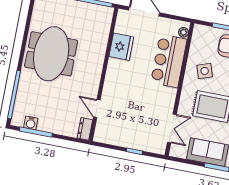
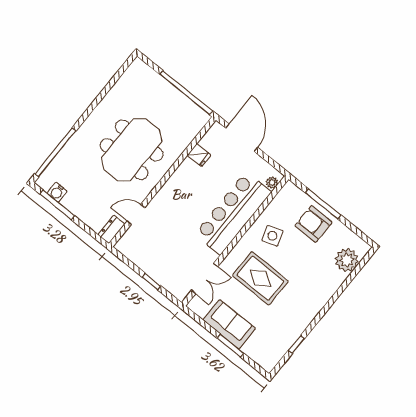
fridge: (121, 47) -> (199, 155), width x0.53, depth x0.75
meeting table: (51, 54) -> (132, 150), moved
bar counter: (169, 61) -> (233, 213), width x1.36
door: (97, 108) -> (136, 214), hinge flipped

